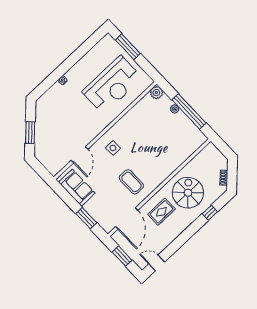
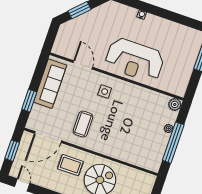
reception desk: (112, 85) -> (135, 60), moved
door: (80, 155) -> (83, 65), swing flipped
sofa: (77, 188) -> (50, 84), width x1.36

